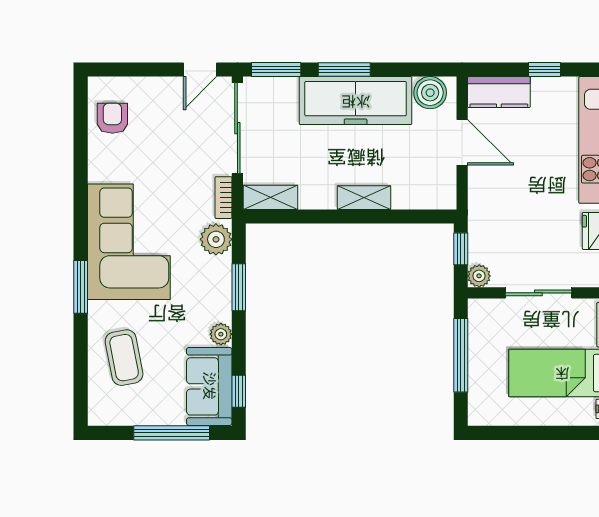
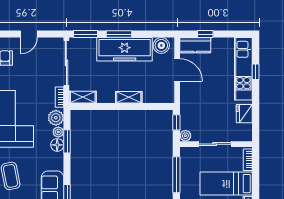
door: (200, 70) -> (29, 34), moved
window: (544, 70) -> (205, 34), moved
floor lamp: (219, 295) -> (57, 145), added
plant: (221, 334) -> (58, 132), moved

